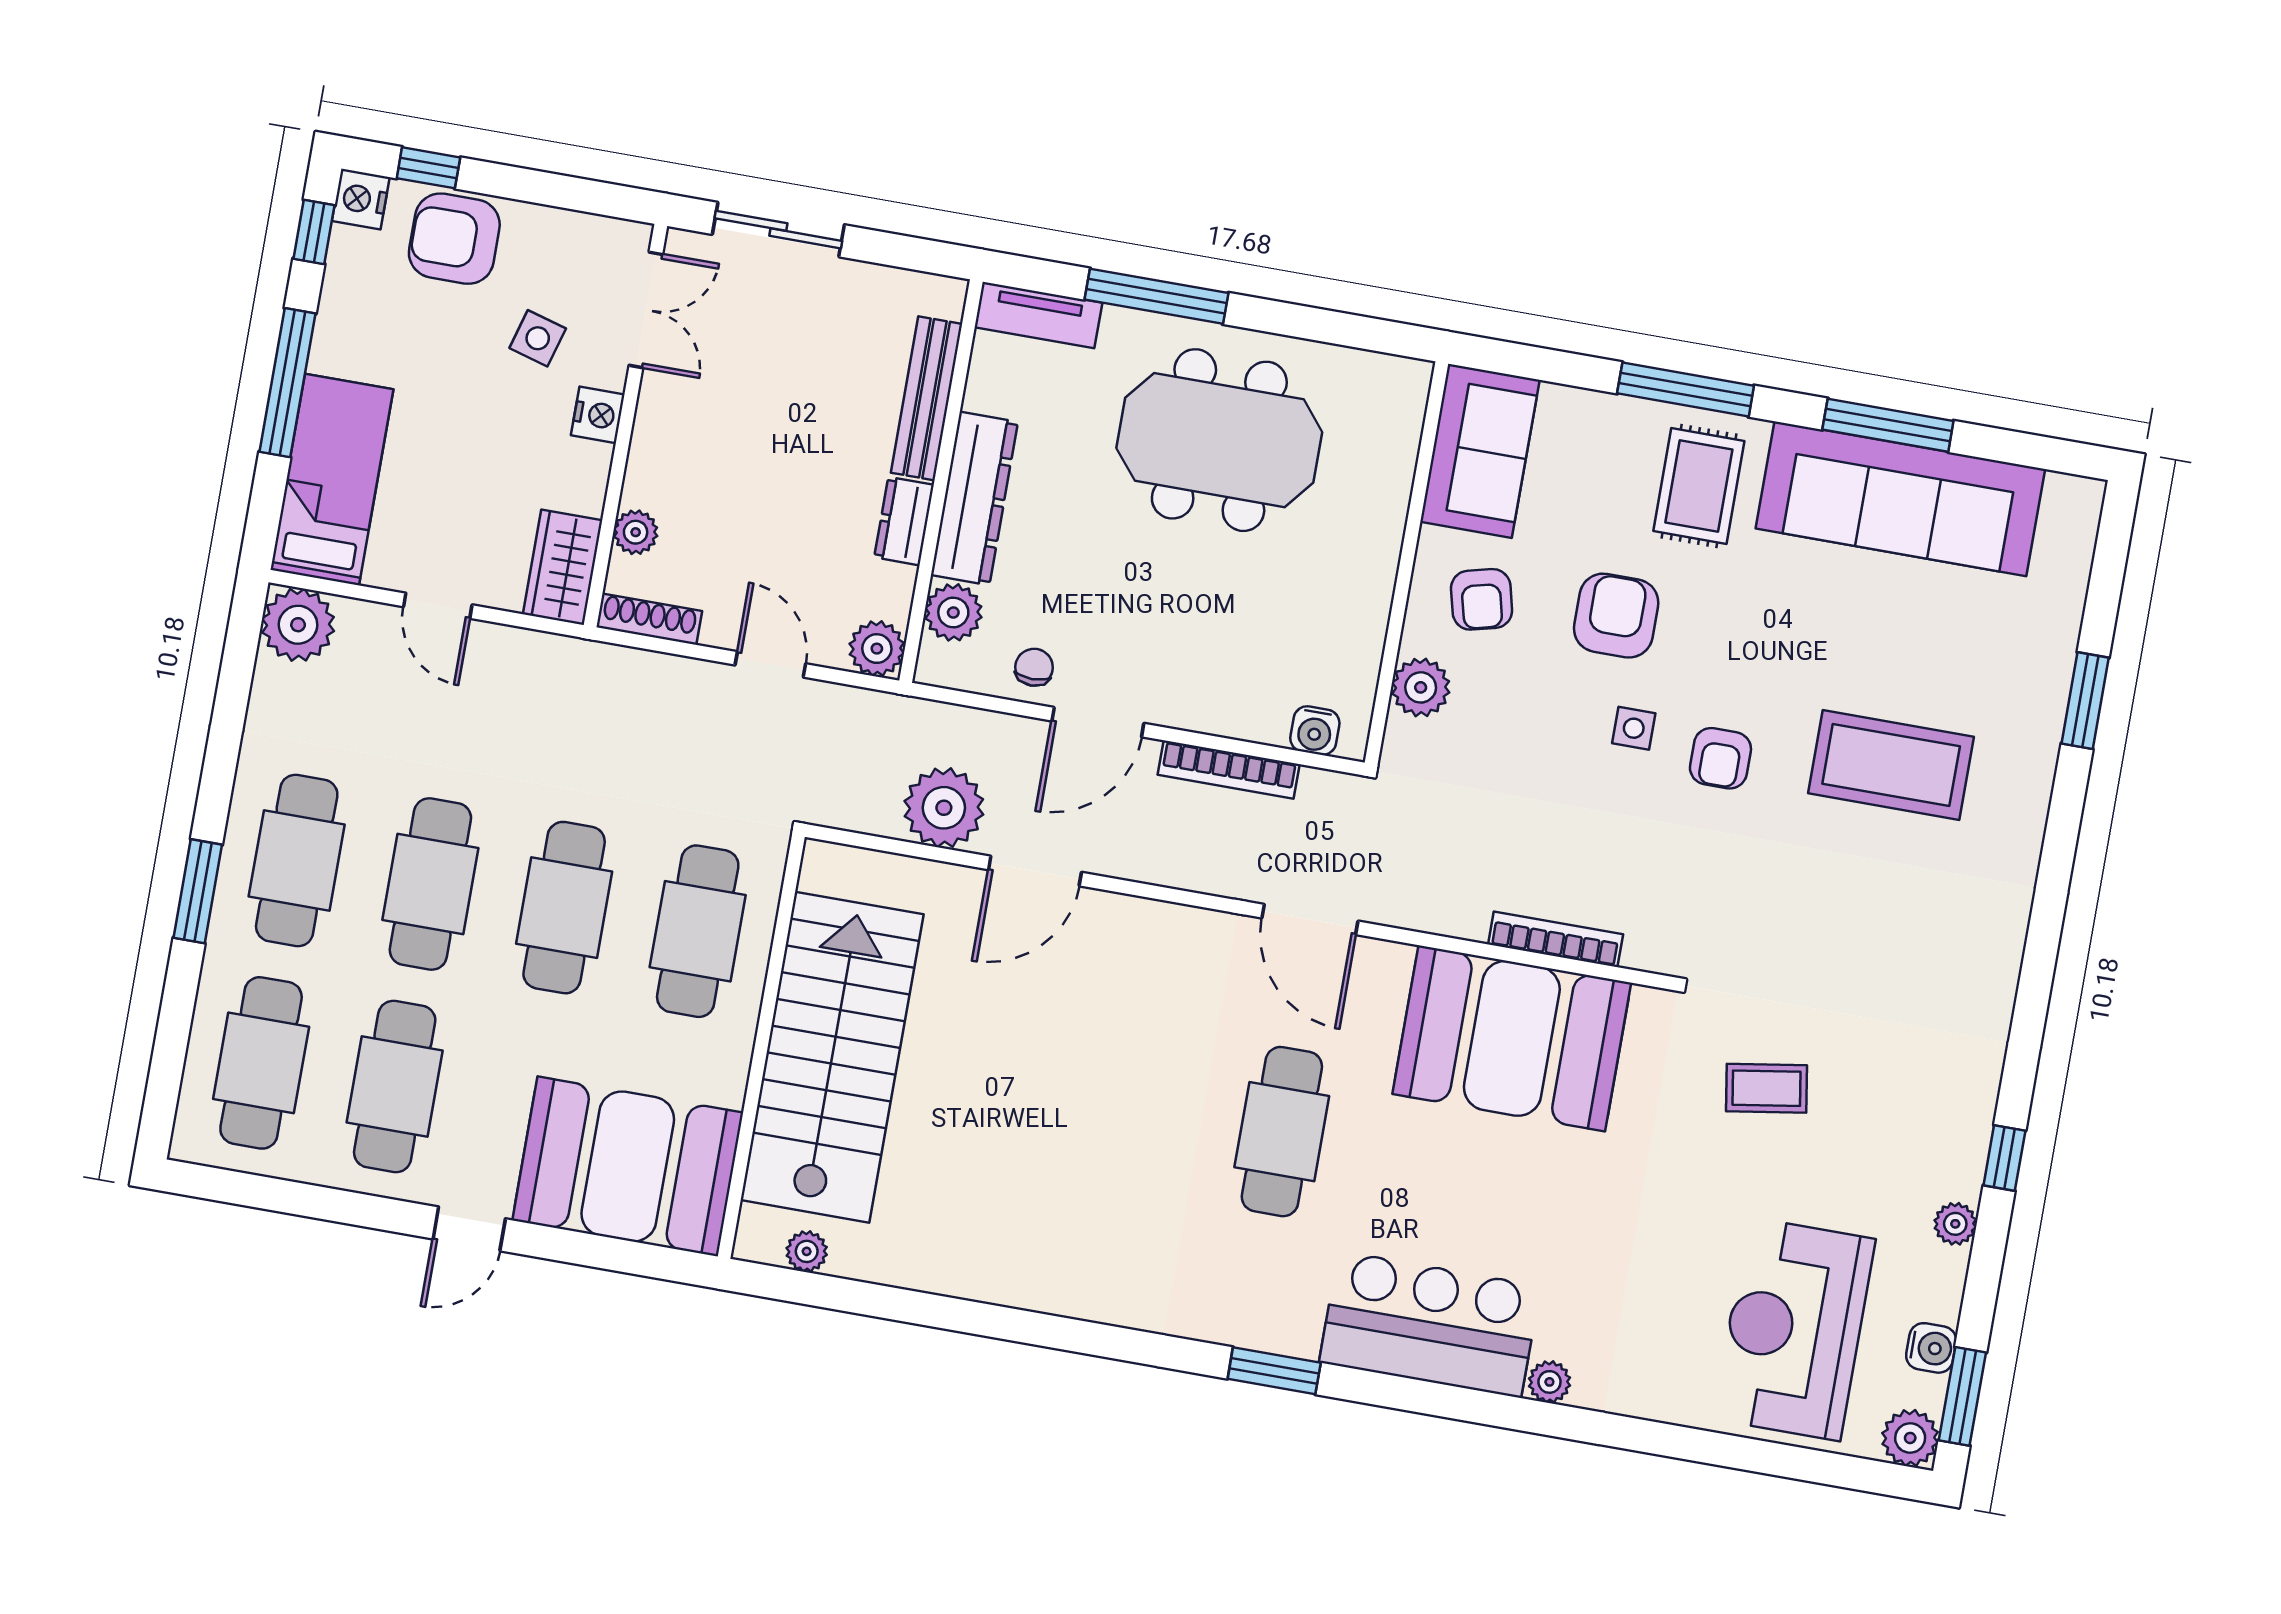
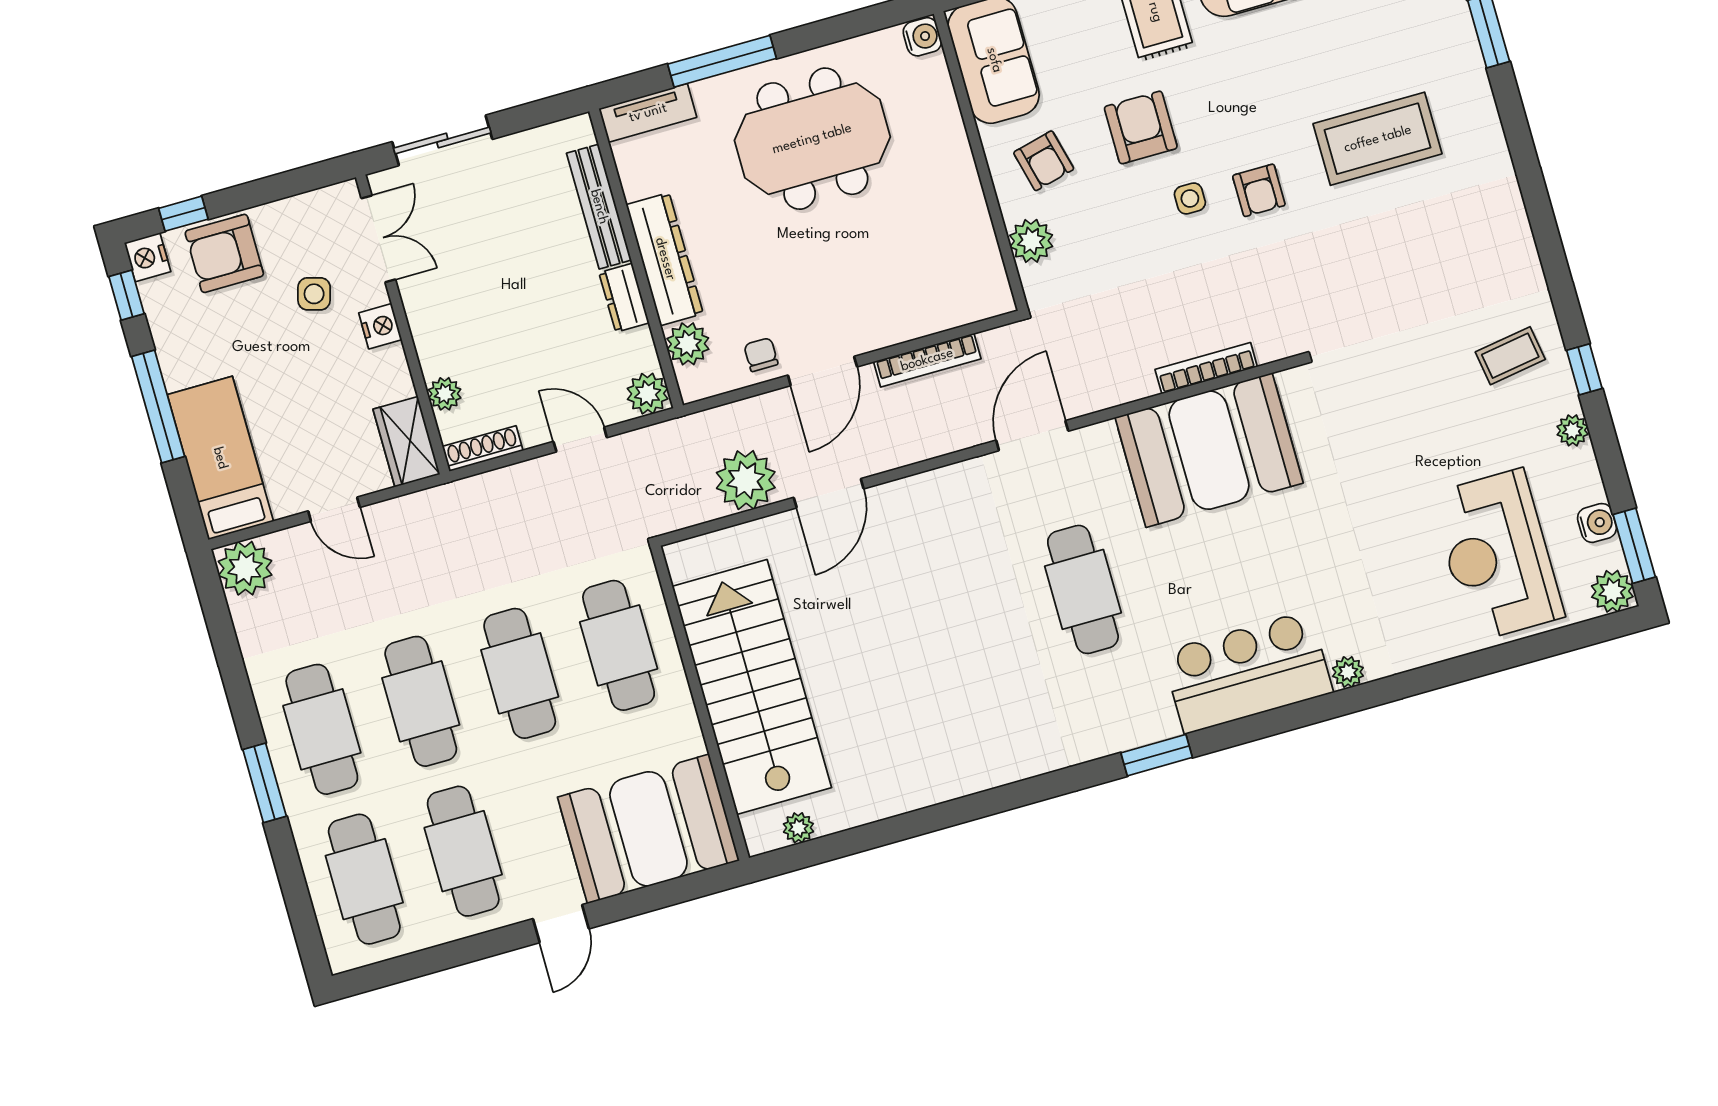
water cooler: (1315, 731) -> (922, 37), moved, turned -90
door: (1310, 920) -> (1032, 436), swing flipped
coffee table: (1766, 1088) -> (1510, 356), moved

